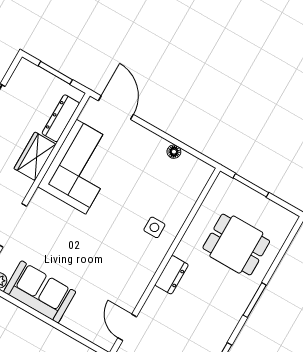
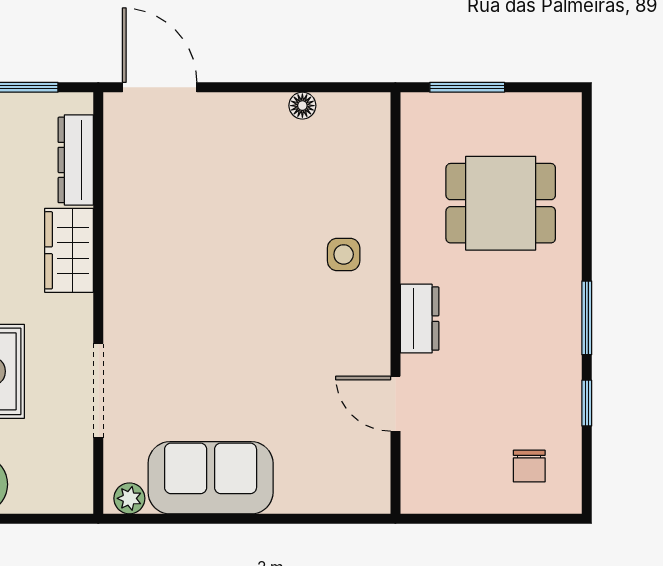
corner sofa: (81, 167) -> (158, 223), removed
window: (255, 300) -> (587, 318), moved
door: (127, 327) -> (395, 404), moved

